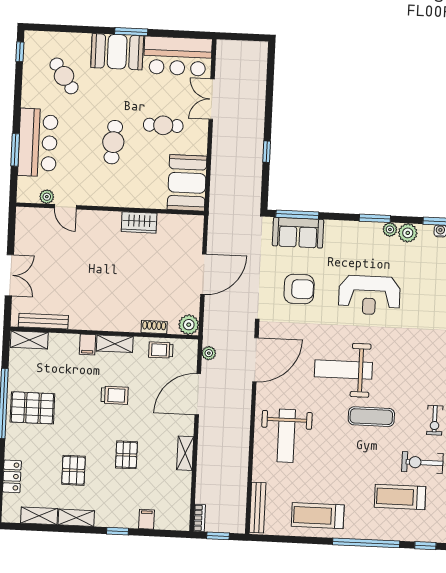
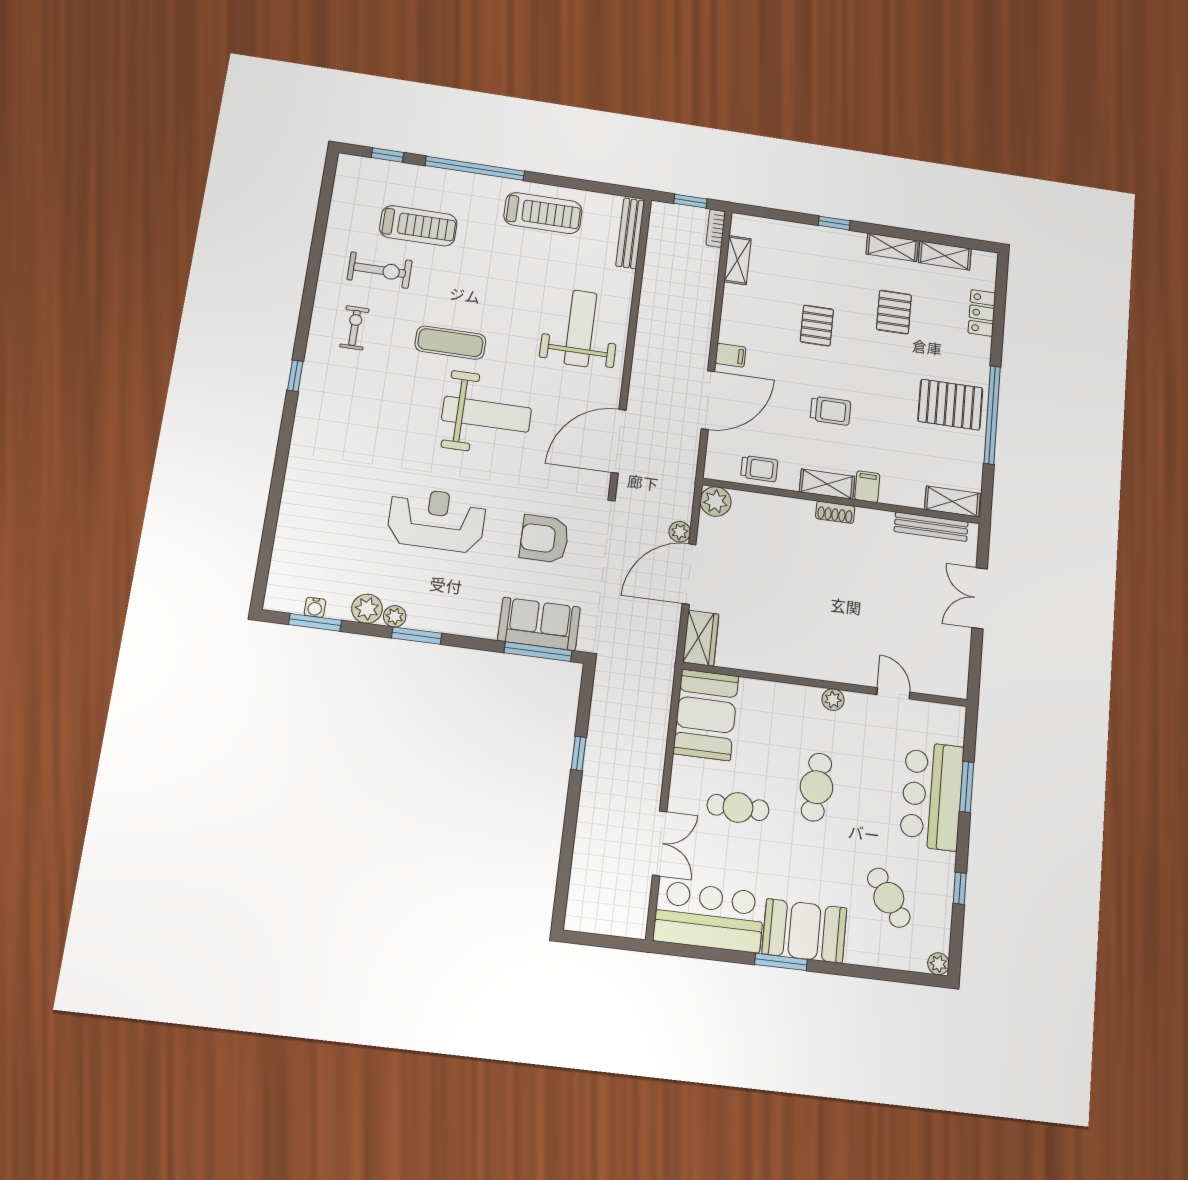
plant: (31, 37) -> (938, 964), added
window: (20, 52) -> (960, 888), moved
plant: (47, 197) -> (833, 700), moved
wardrobe: (139, 222) -> (701, 638), moved, turned 90
shoe rack: (154, 327) -> (835, 512), moved
plant: (209, 353) -> (680, 532), moved
trolley: (115, 395) -> (830, 411), turned 180
shelving: (185, 453) -> (738, 260), moved
filing cabinet: (146, 519) -> (731, 355), moved, turned -90

